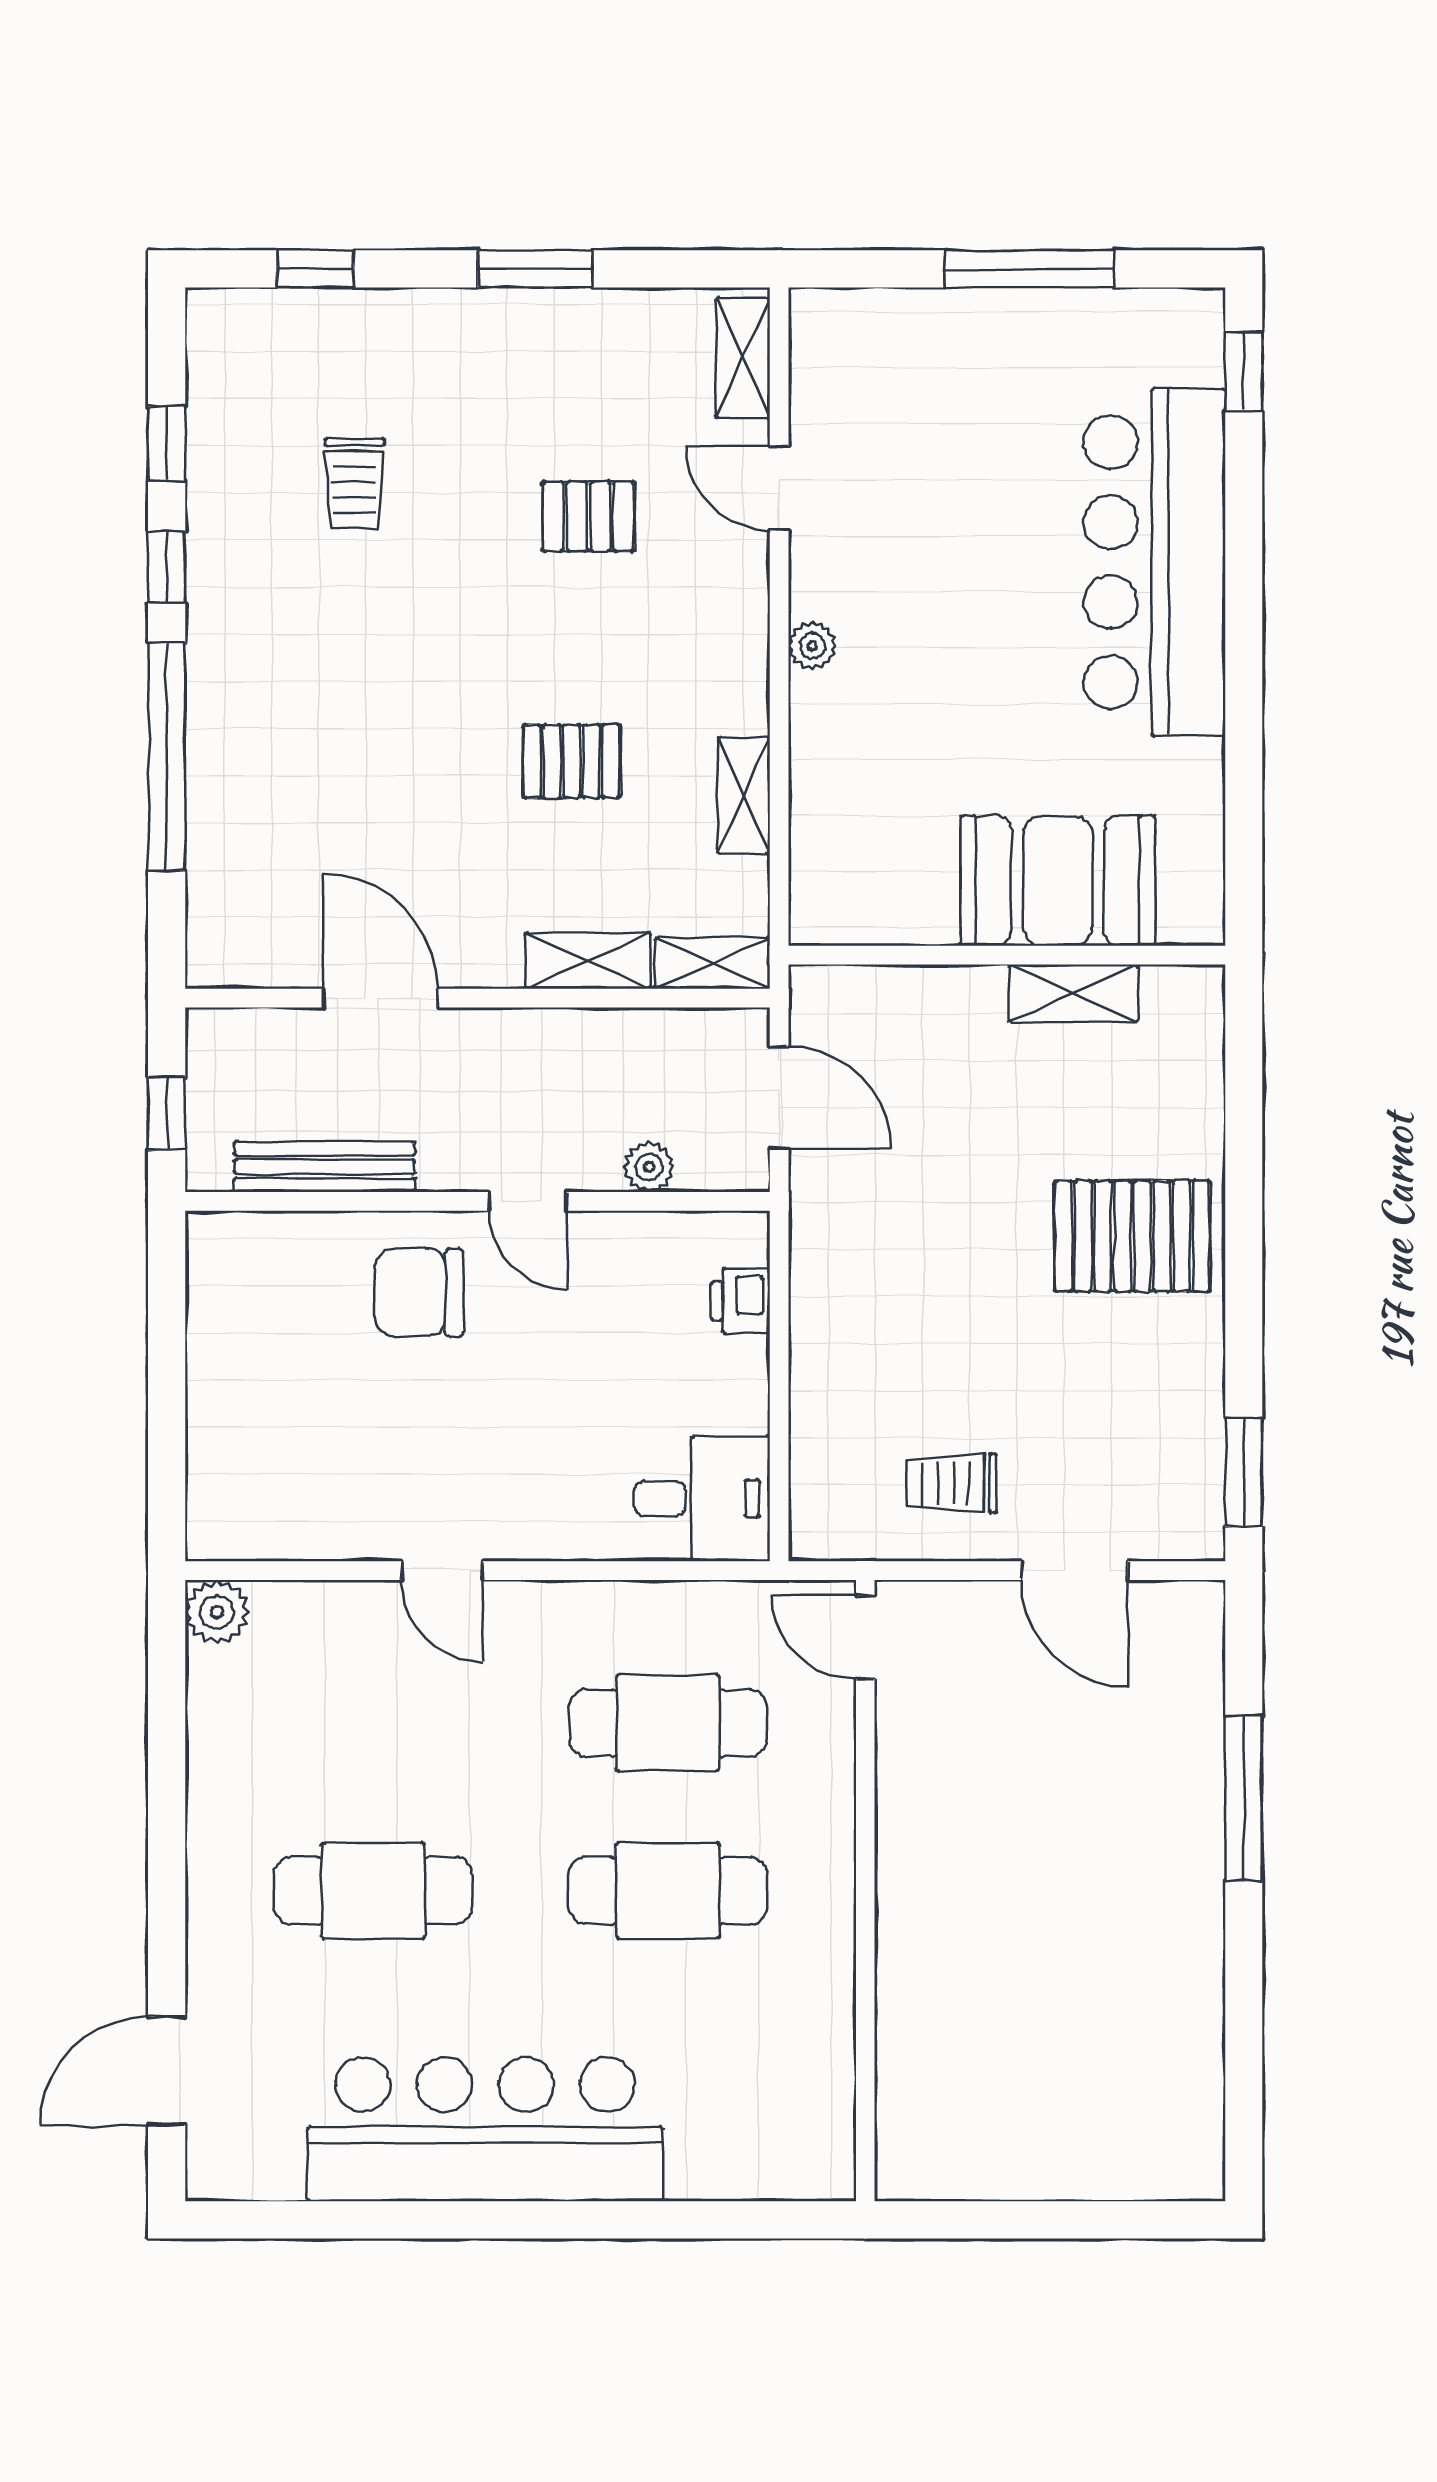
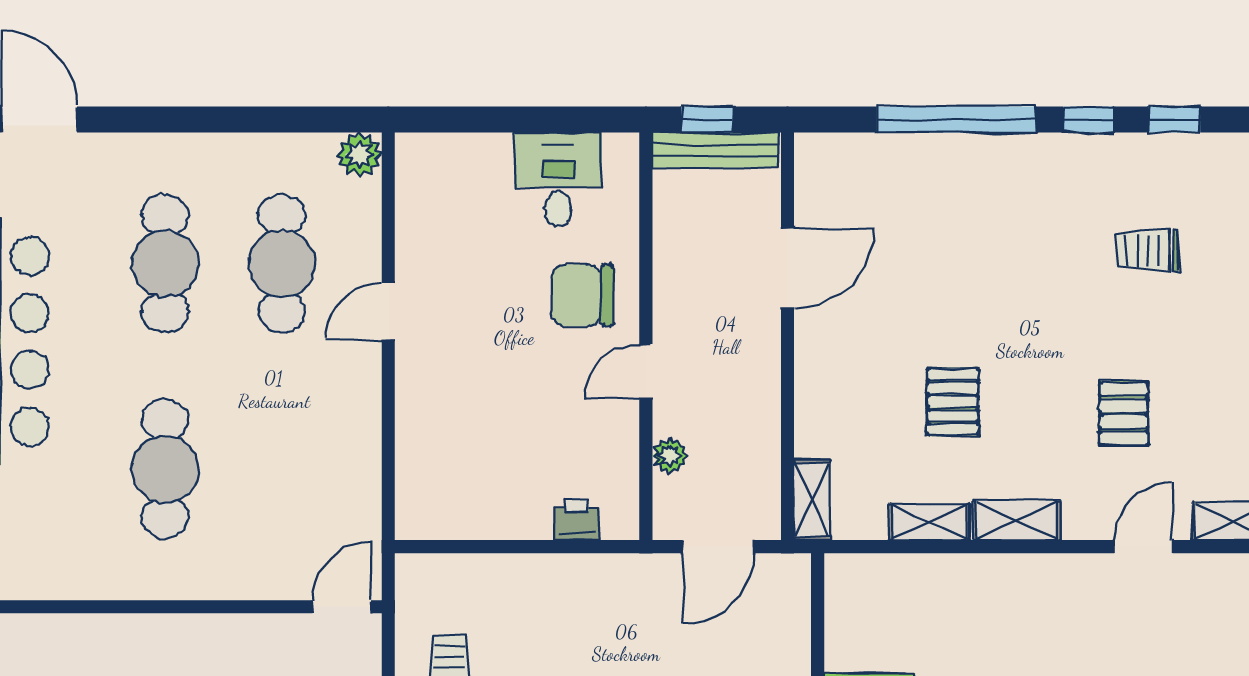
plant: (812, 646) -> (1033, 570), removed
shelving: (588, 961) -> (1017, 520), moved, turned 90
bench: (324, 1167) -> (715, 150), moved, turned 90
chair: (419, 1292) -> (582, 295), turned -90
desk: (702, 1499) -> (558, 180), moved, turned 180
cafe table: (668, 1723) -> (282, 264), moved

